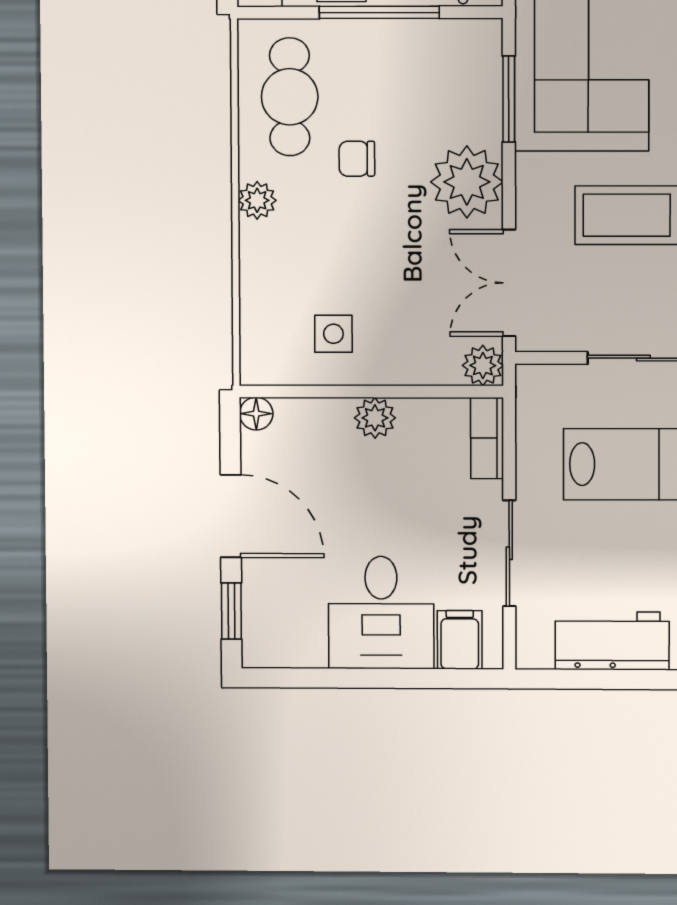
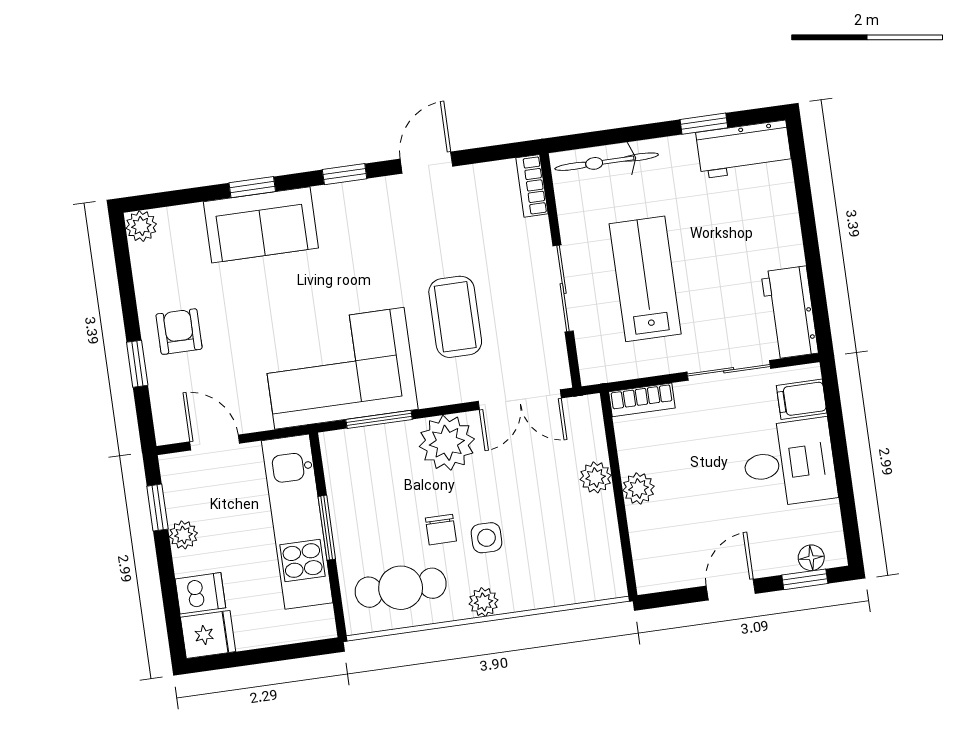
window: (379, 12) -> (327, 528), width x0.69
side table: (333, 334) -> (486, 538), moved
plant: (483, 366) -> (596, 477), moved
floor lamp: (256, 414) -> (811, 558), moved
door: (231, 516) -> (731, 590), width x0.73
workbench: (612, 641) -> (790, 312), moved

